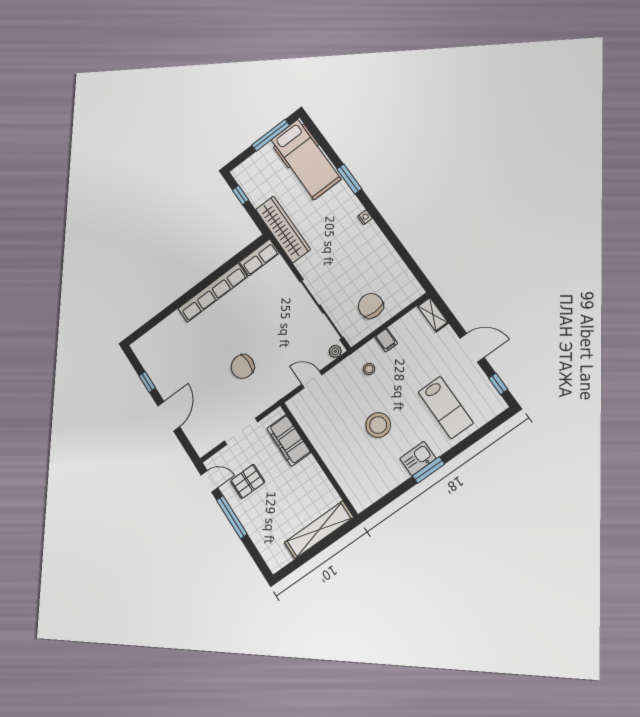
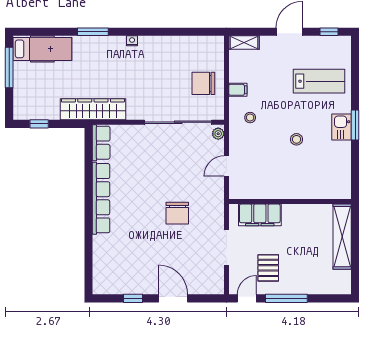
hospital bed: (306, 159) -> (42, 49), width x0.73, depth x0.78
stool: (378, 425) -> (297, 139), width x0.53, depth x0.53

